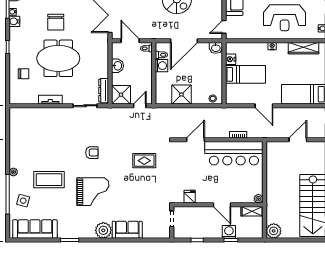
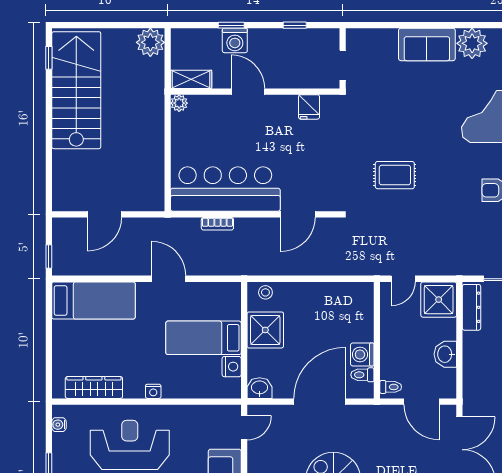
shower: (181, 94) -> (265, 330), moved

